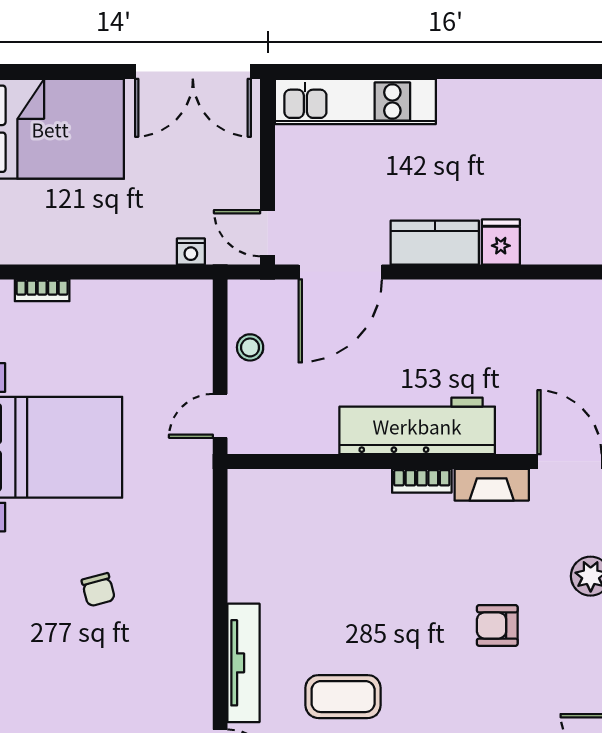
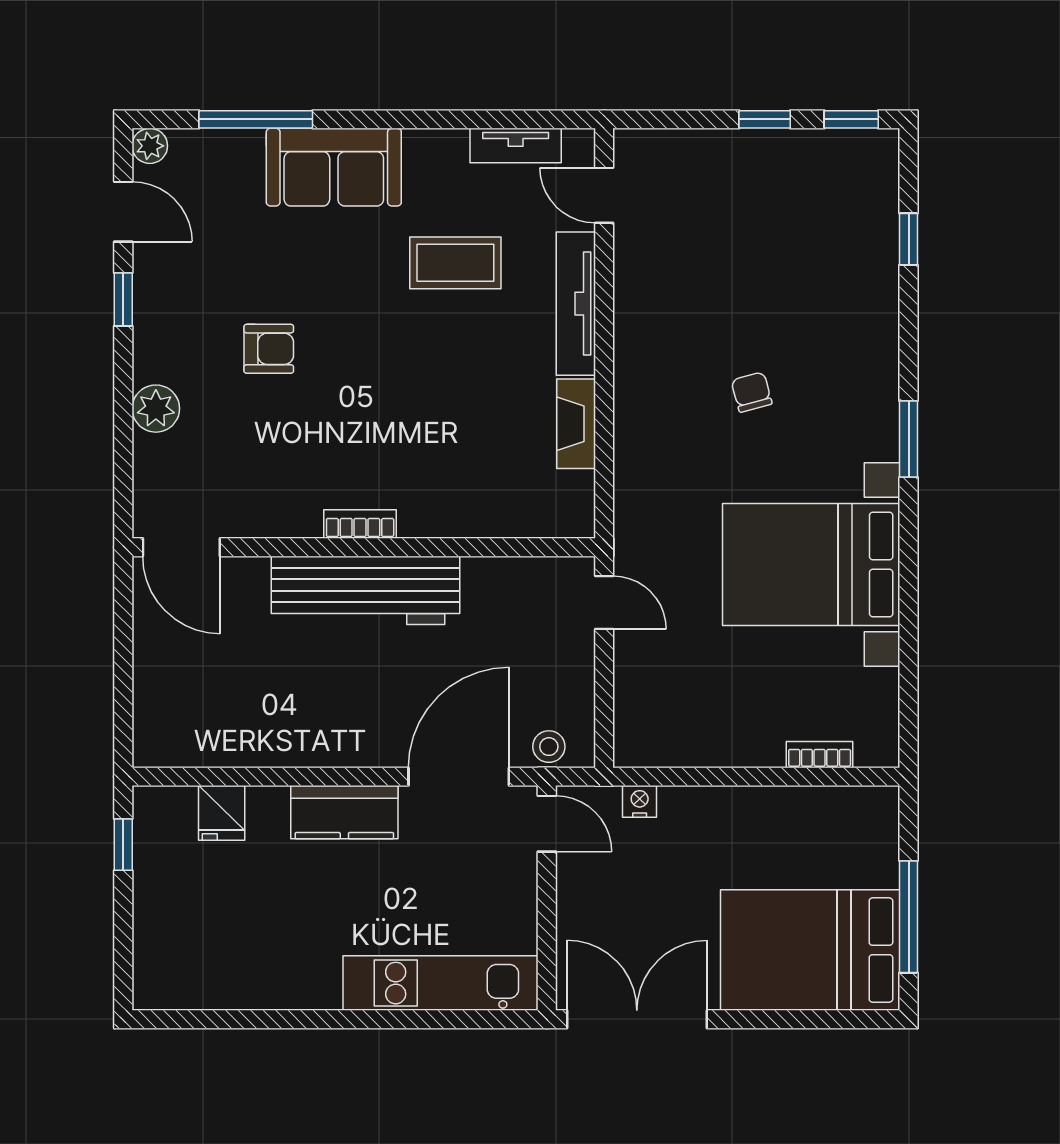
fridge: (501, 242) -> (222, 813), moved
stool: (250, 347) -> (549, 747), moved
door: (220, 416) -> (604, 603), hinge flipped
fireplace: (492, 485) -> (576, 424), moved, turned -90

